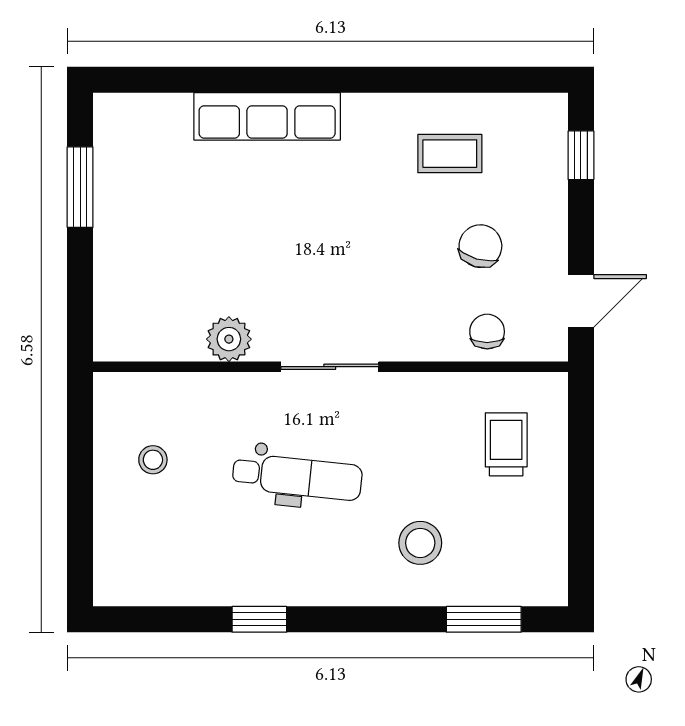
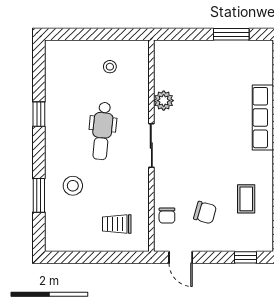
chair: (487, 332) -> (167, 216), turned 90
trolley: (506, 444) -> (117, 224), turned 180
window: (484, 619) -> (39, 195), moved

